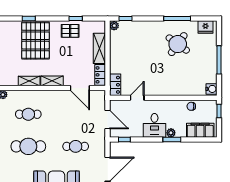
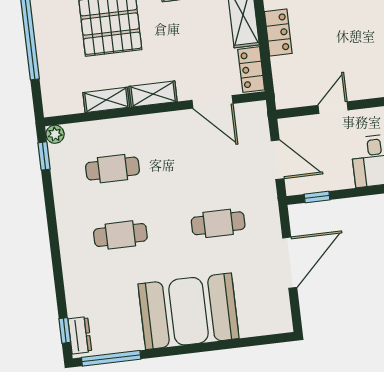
locker: (115, 85) -> (278, 32), moved
cafe table: (28, 146) -> (120, 235), width x0.73, depth x0.74

